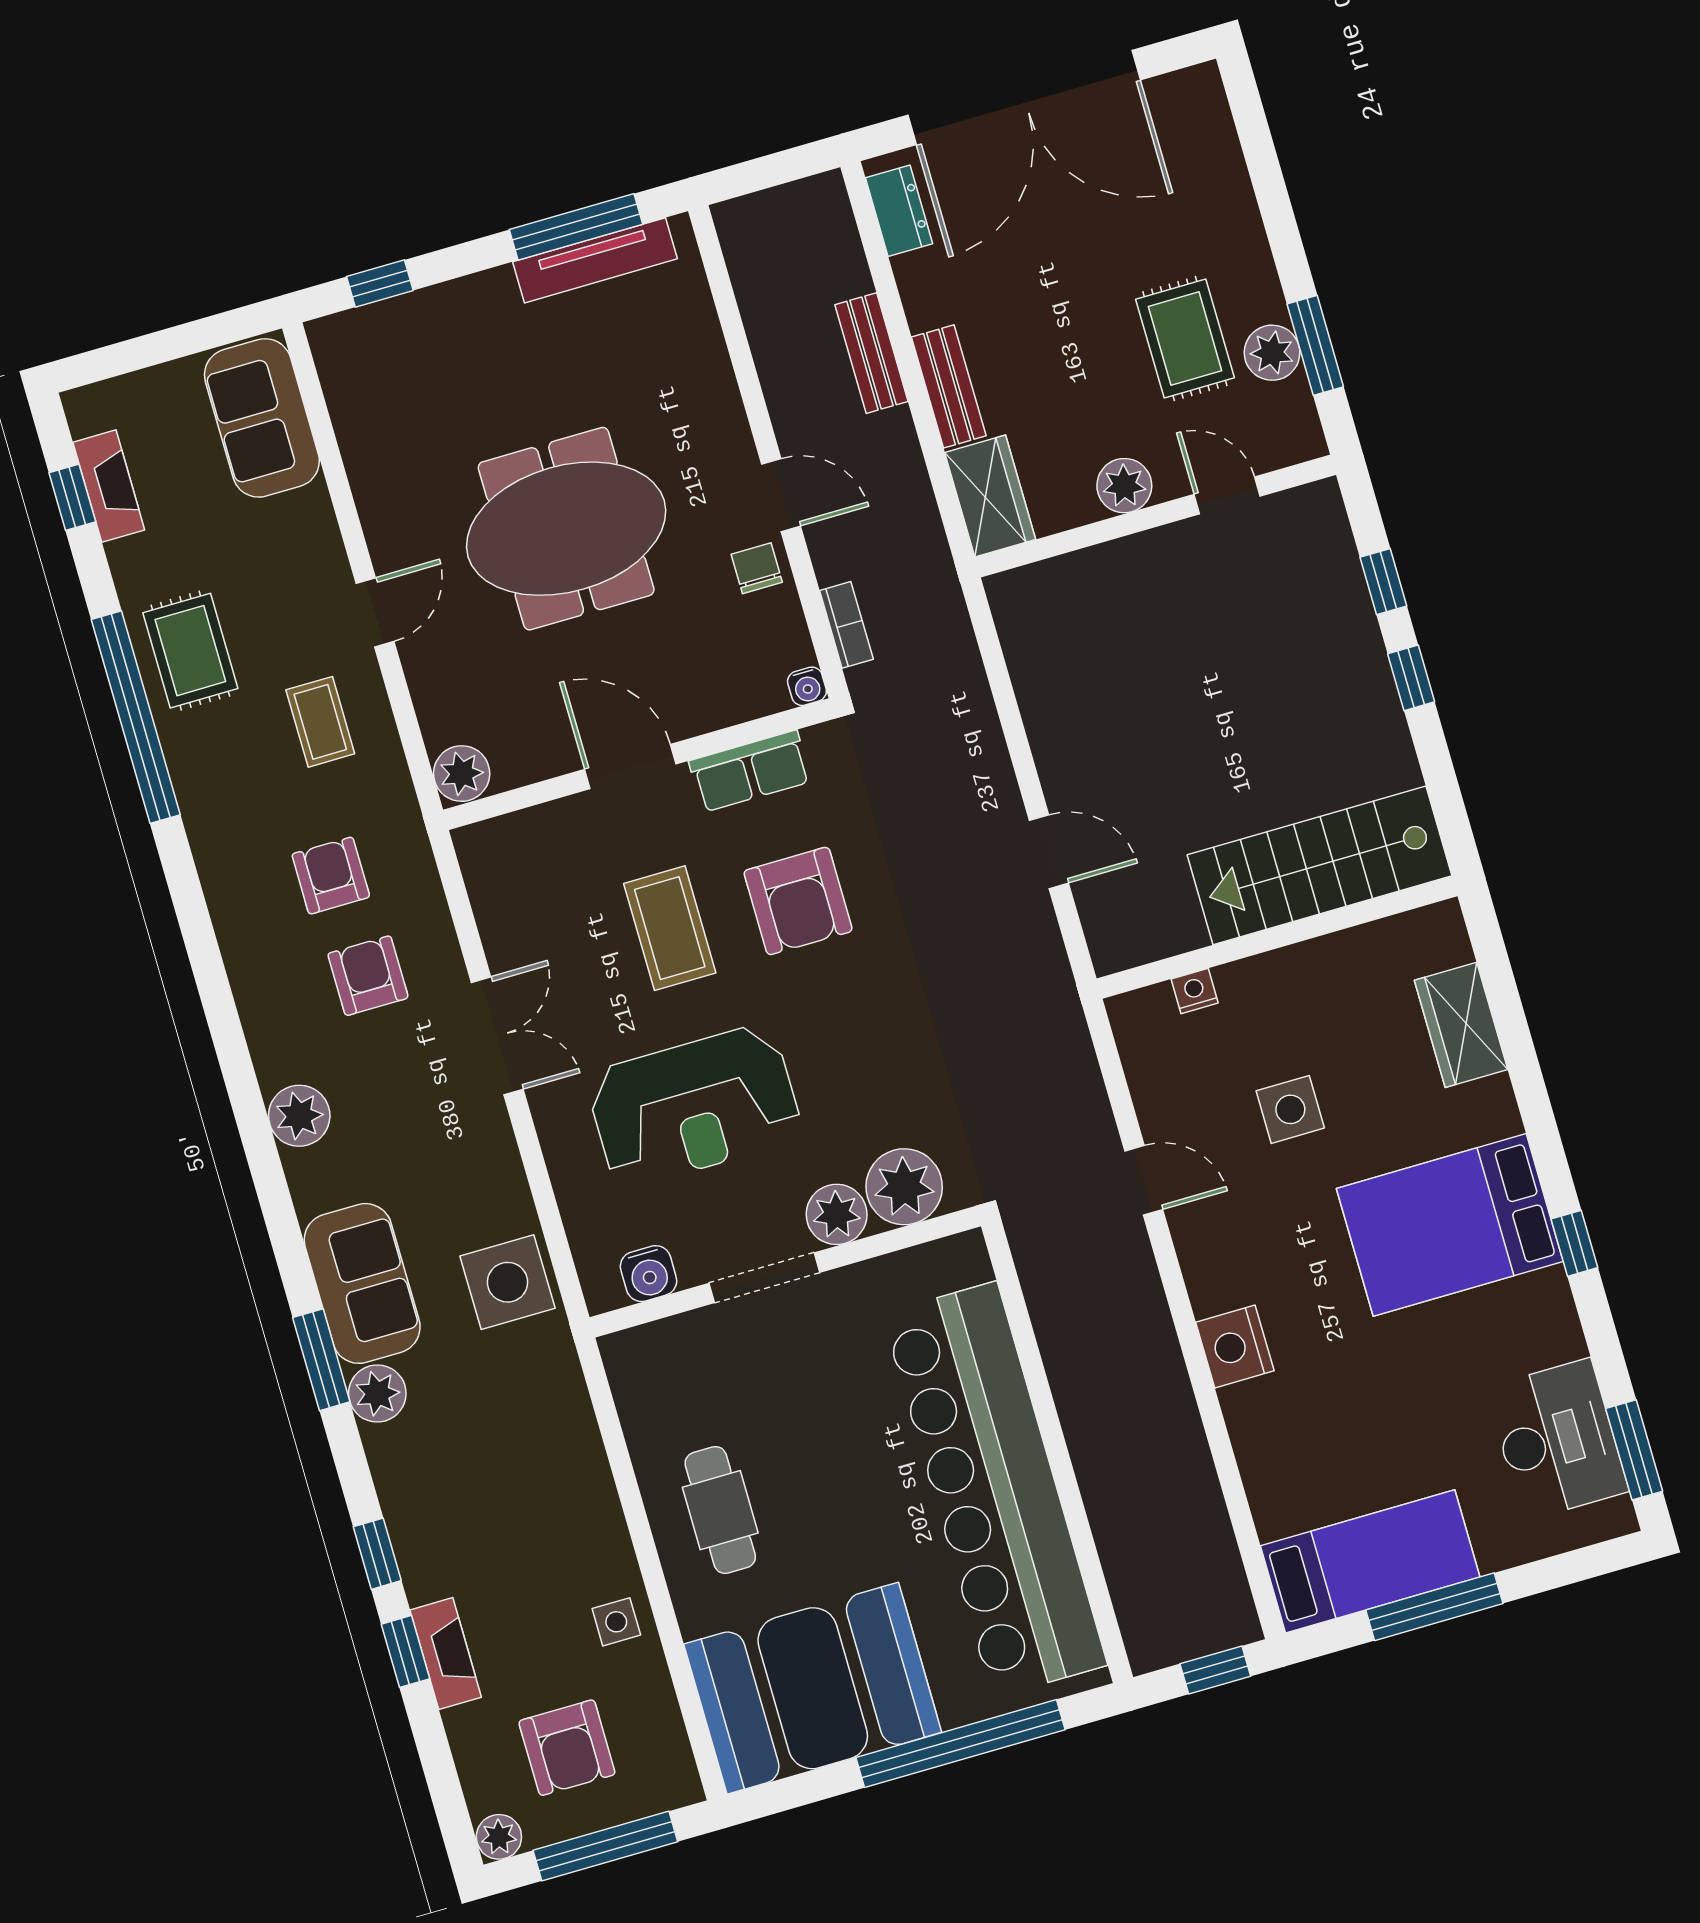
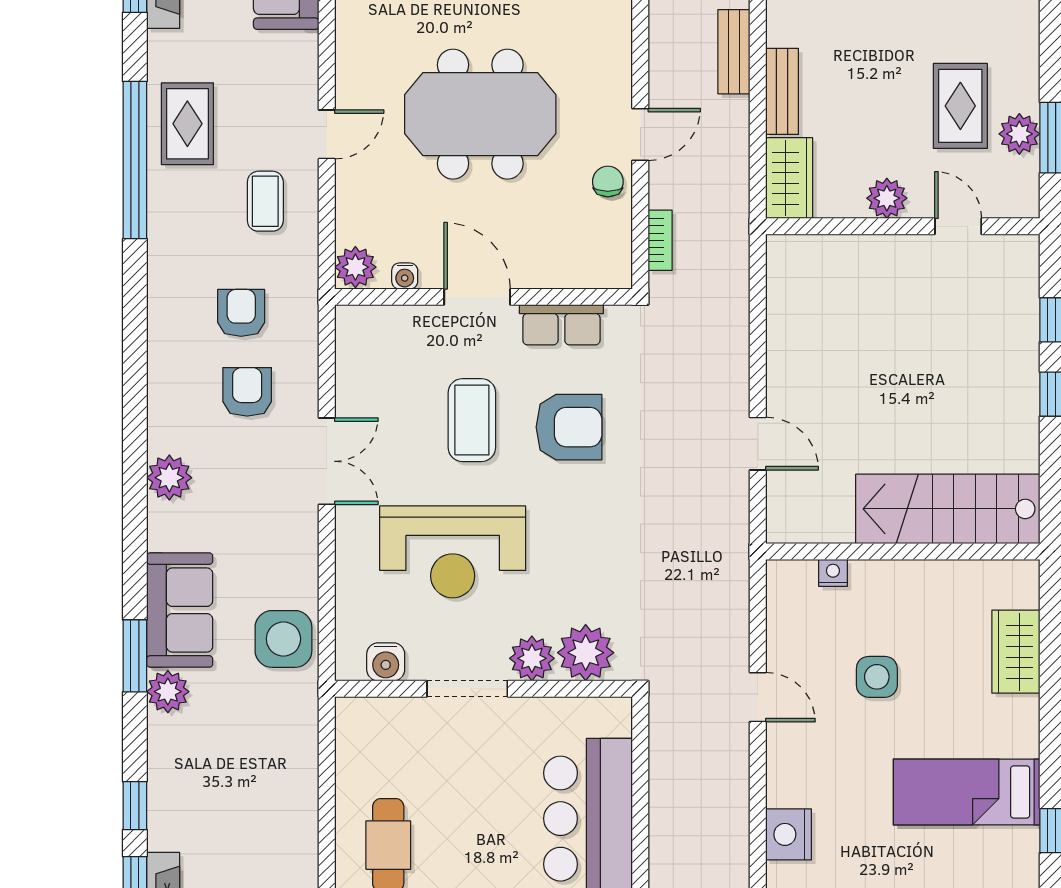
door: (781, 495) -> (640, 134), hinge flipped
water cooler: (807, 686) -> (405, 276), moved
armchair: (798, 901) -> (569, 427), turned -90
bed: (1450, 1225) -> (967, 792), width x0.67

